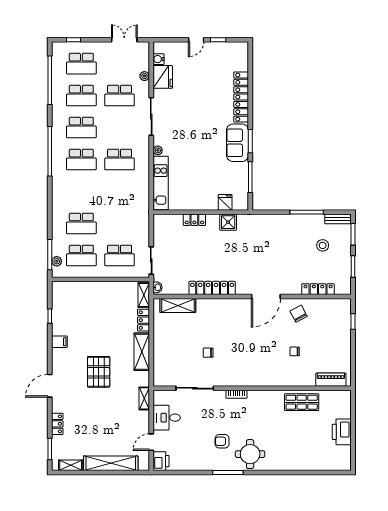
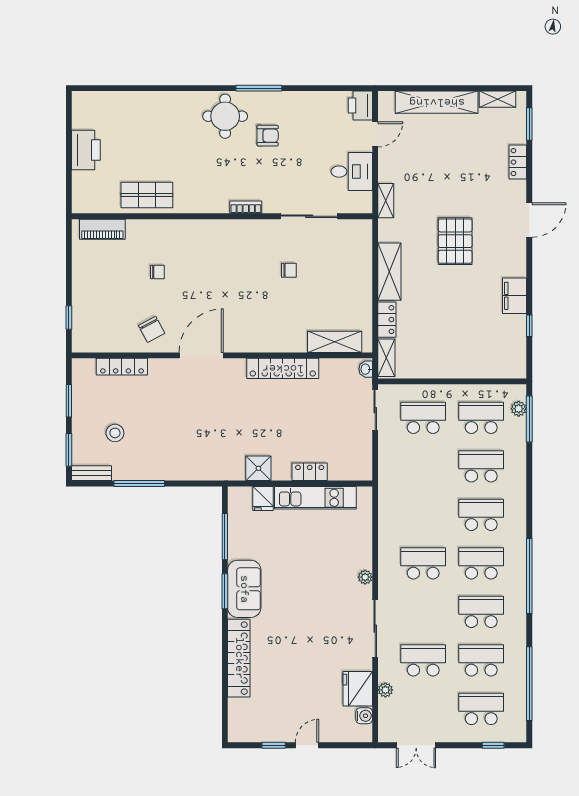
kitchen unit: (161, 183) -> (315, 498), moved, turned -90
school desk: (81, 191) -> (481, 515), added
filing cabinet: (59, 342) -> (515, 296), width x2.00

